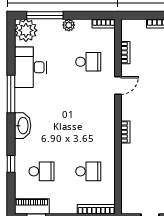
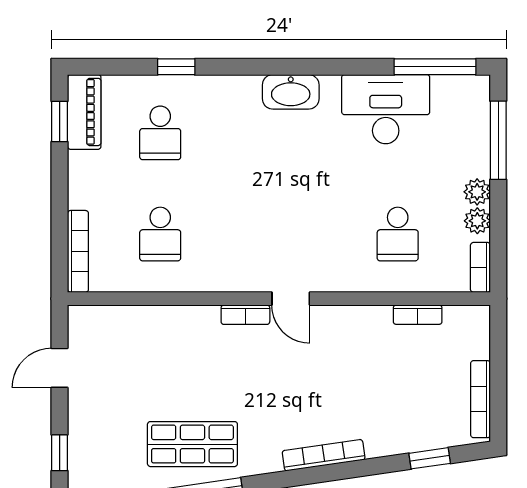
plant: (26, 30) -> (477, 221), moved, width x0.53, depth x0.53
door: (118, 85) -> (291, 299), moved
window: (11, 94) -> (435, 67), moved
washbasin: (23, 126) -> (291, 92), moved

